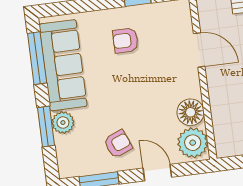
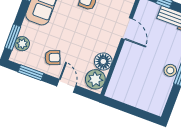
plant: (63, 123) -> (22, 44), moved
window: (46, 127) -> (13, 37), moved

